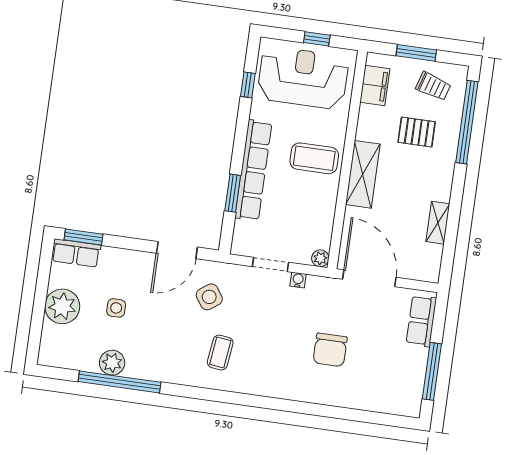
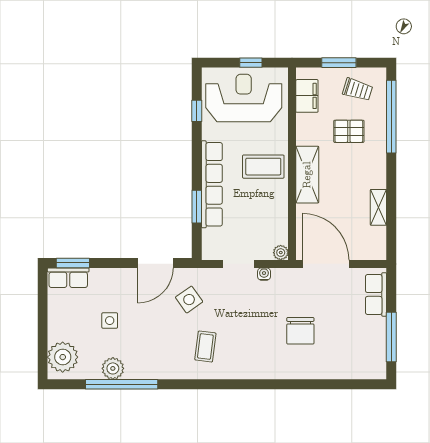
plant: (62, 306) -> (63, 357), moved

